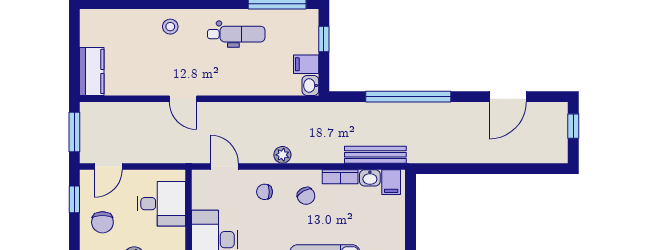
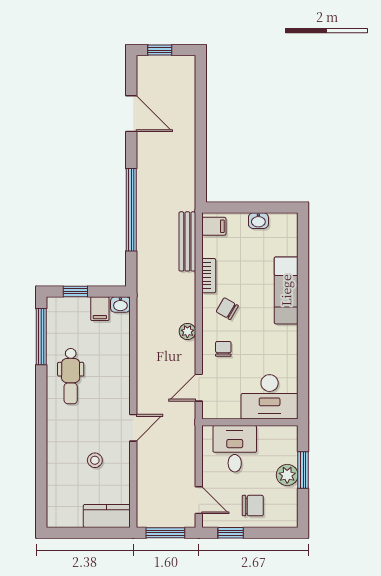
stool: (170, 27) -> (95, 460), moved
dental chair: (236, 34) -> (71, 376), turned 180
washbasin: (370, 178) -> (258, 221), moved, turned 90
chair: (264, 192) -> (223, 349), turned 180
chair: (306, 196) -> (227, 309), turned -121

